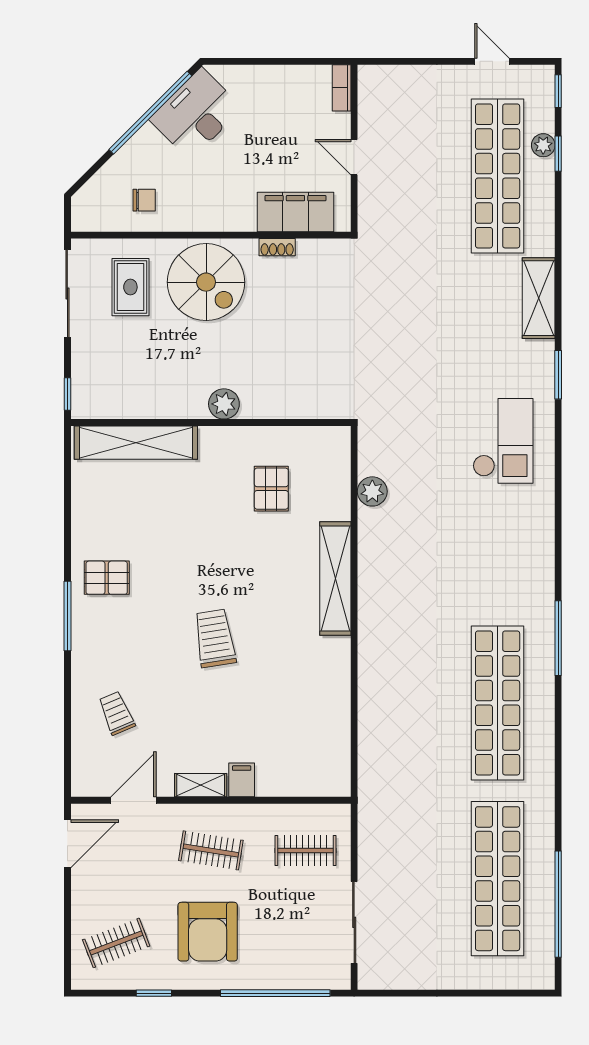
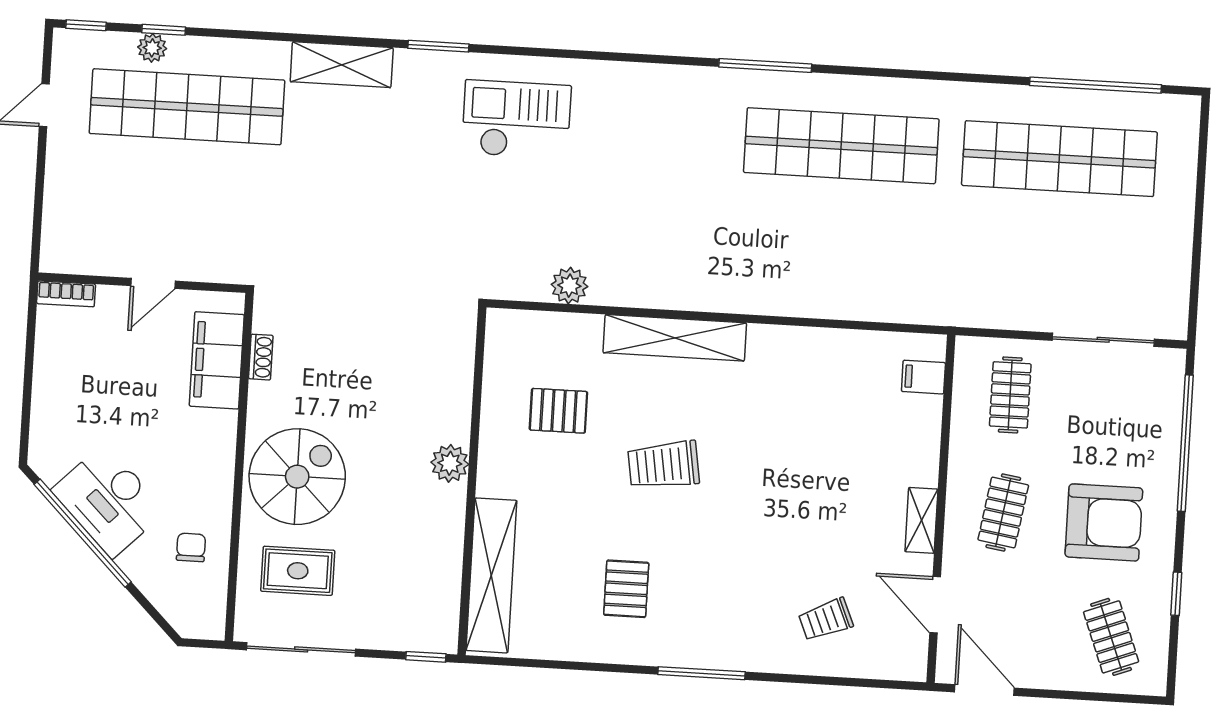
desk: (196, 114) -> (109, 501), moved
shoe rack: (277, 247) -> (261, 357), moved
pallet: (107, 578) -> (626, 589), moved
trolley: (215, 638) -> (664, 465), moved
filing cabinet: (242, 780) -> (923, 377), moved

